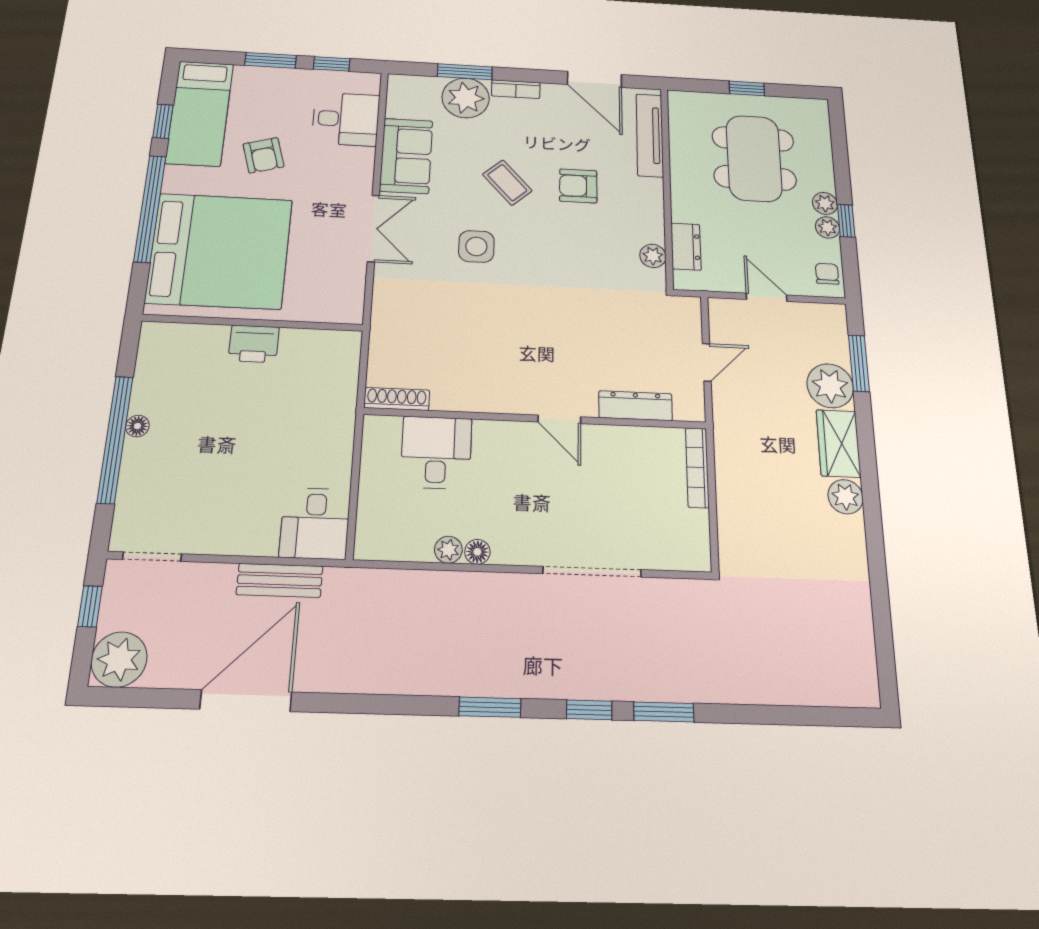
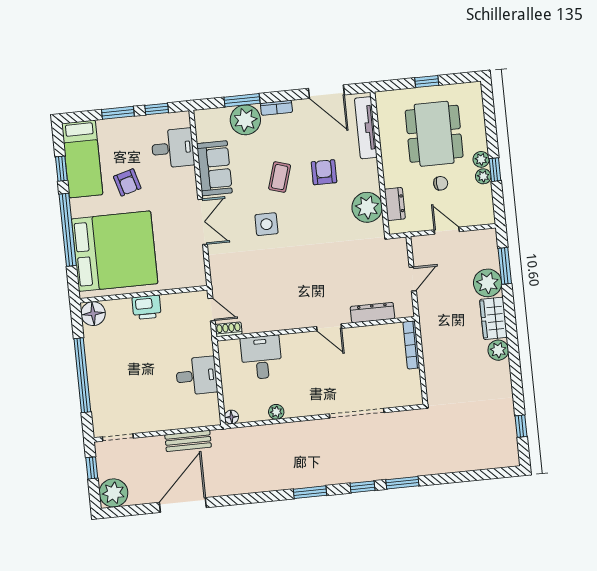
coffee table: (507, 183) -> (280, 177), turned 59
armchair: (578, 186) -> (324, 172), turned 90
plant: (653, 256) -> (367, 207), width x1.87, depth x1.87
chair: (827, 274) -> (441, 183), moved, turned 88
door: (364, 363) -> (212, 309), added
shoe rack: (397, 399) -> (229, 329), width x0.70
floor lamp: (137, 426) -> (93, 314), moved, width x1.89, depth x1.89
desk: (315, 523) -> (197, 376), moved, turned -90
floor lamp: (477, 552) -> (231, 417), moved
window: (883, 635) -> (521, 426), added

